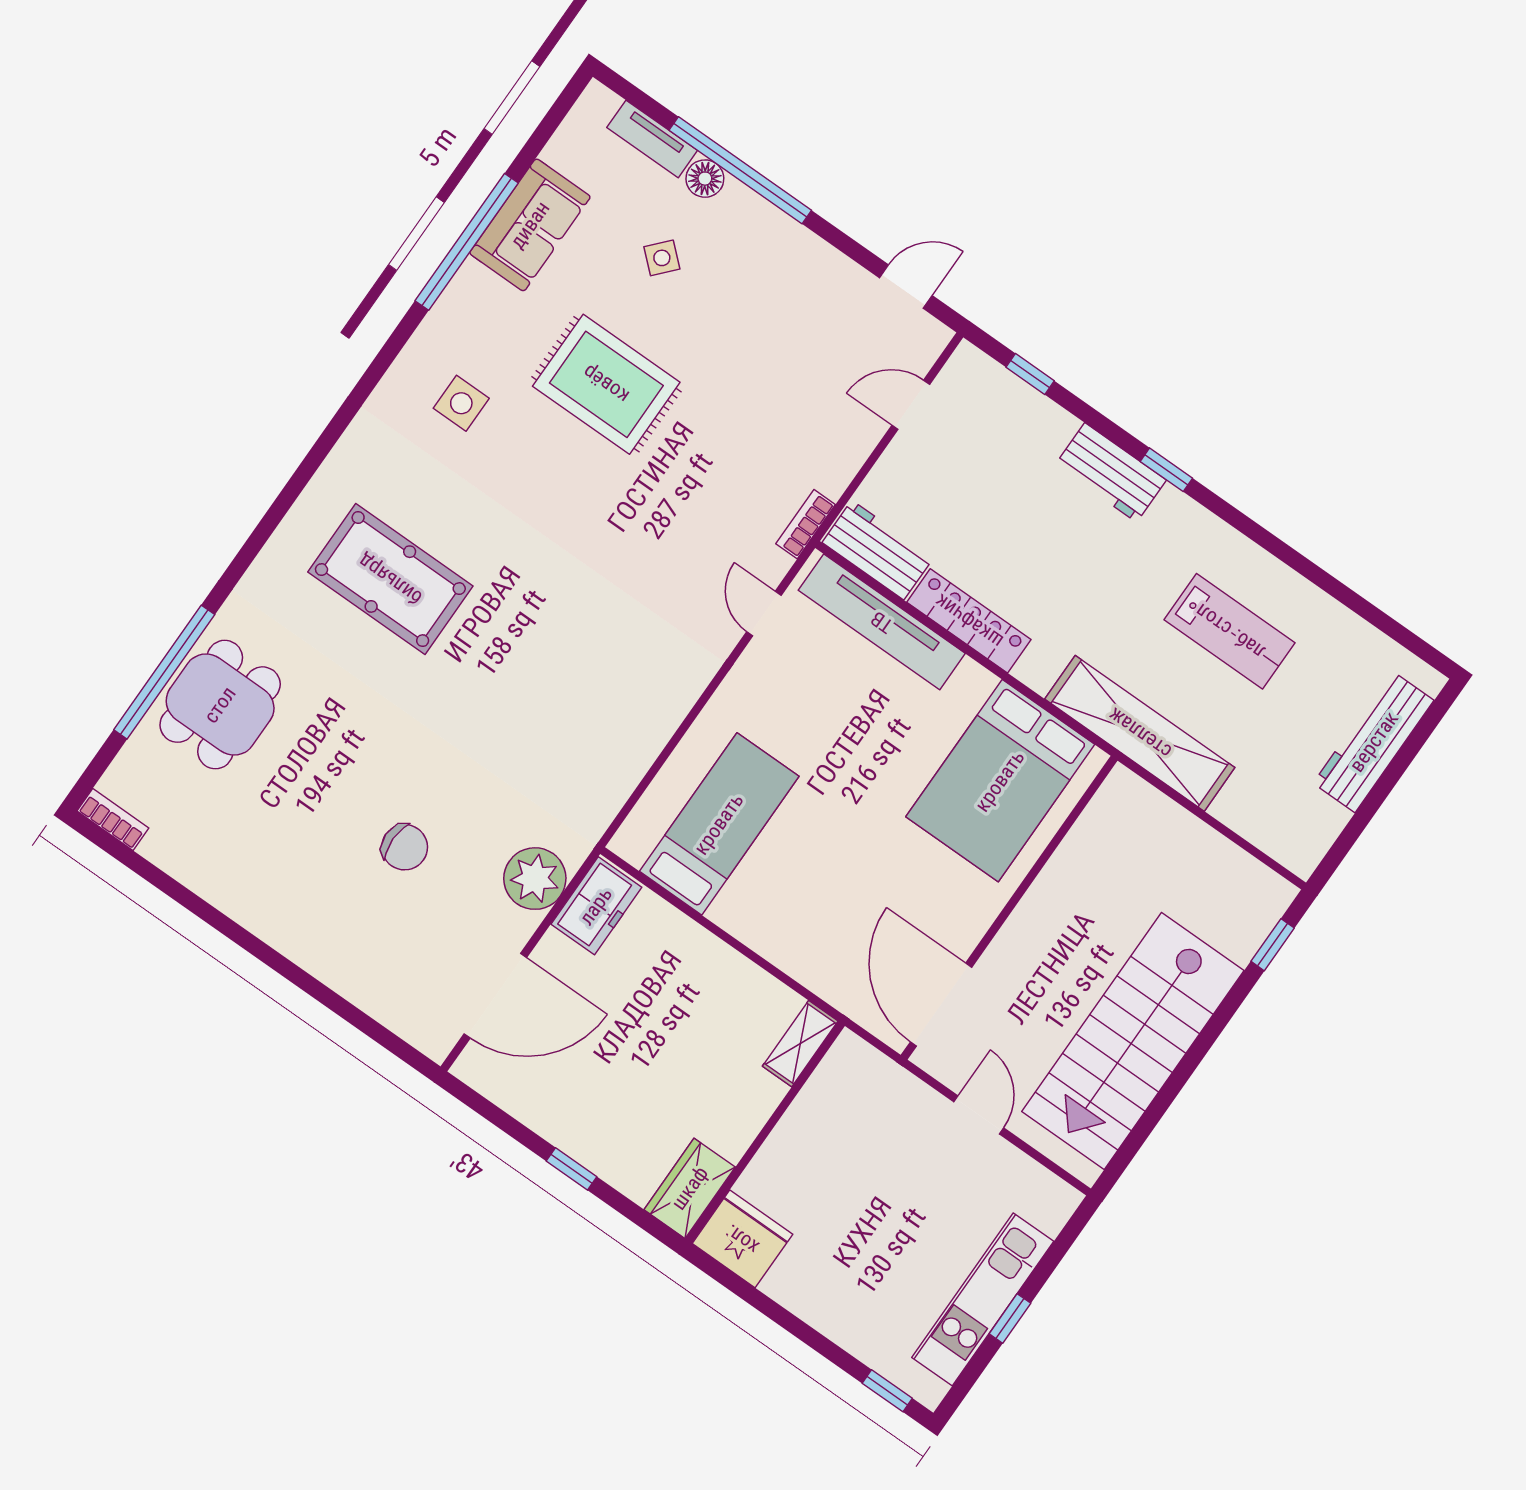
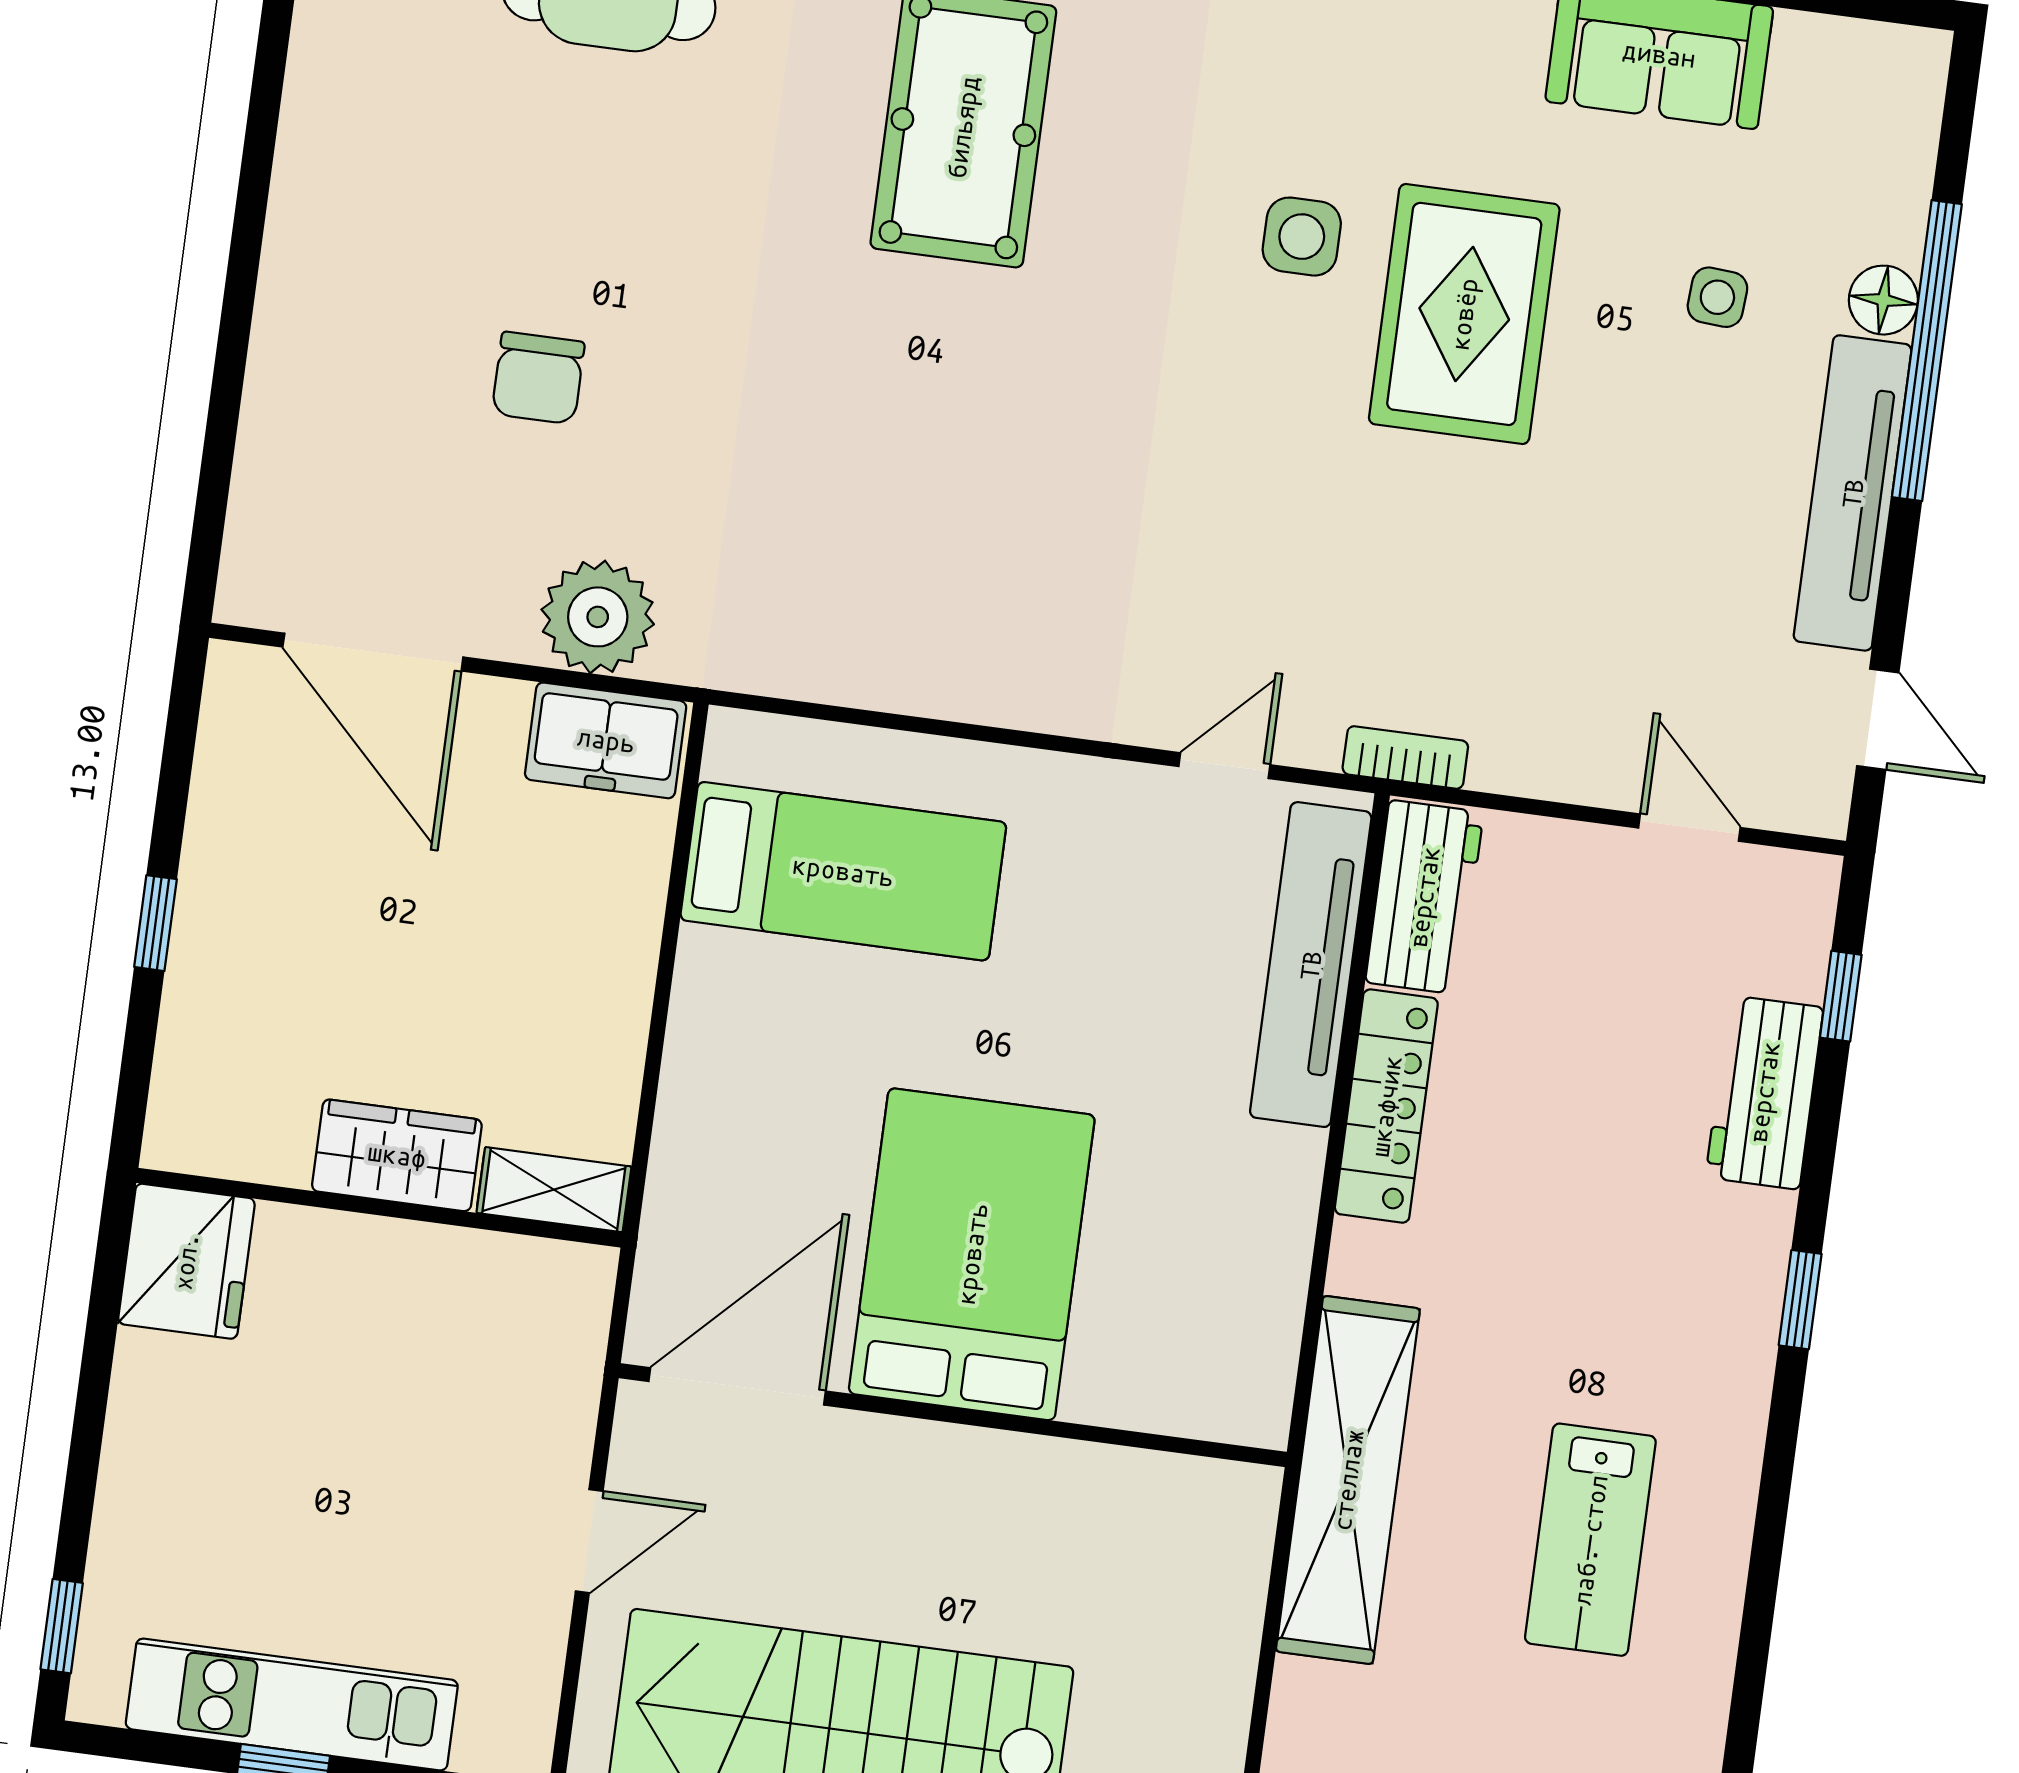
tv unit: (652, 139) -> (1853, 493), moved, width x1.92, depth x1.29
side table: (662, 258) -> (1717, 297), turned -38
side table: (461, 403) -> (1302, 237), moved
workbench: (1111, 472) -> (1764, 1092), moved
bed: (1000, 781) -> (972, 1254), moved, turned 90
wardrobe: (690, 1188) -> (397, 1155), moved

